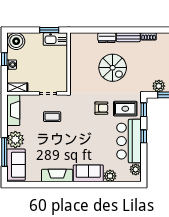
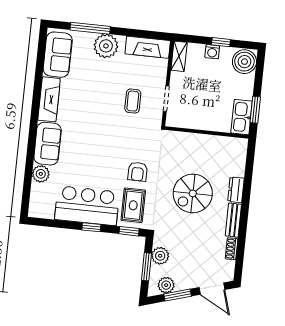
sofa: (16, 165) -> (58, 55), moved, turned -90
plant: (136, 169) -> (46, 211), removed

